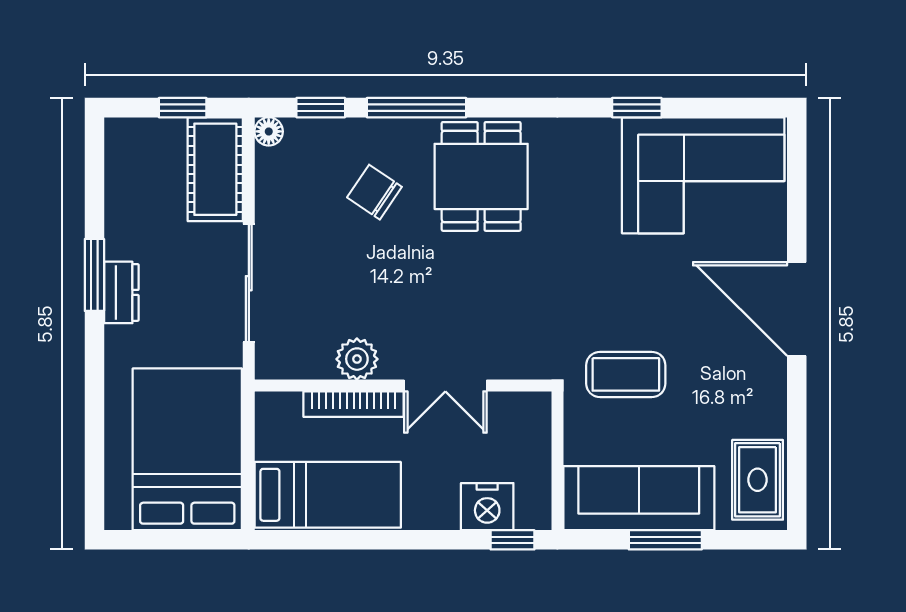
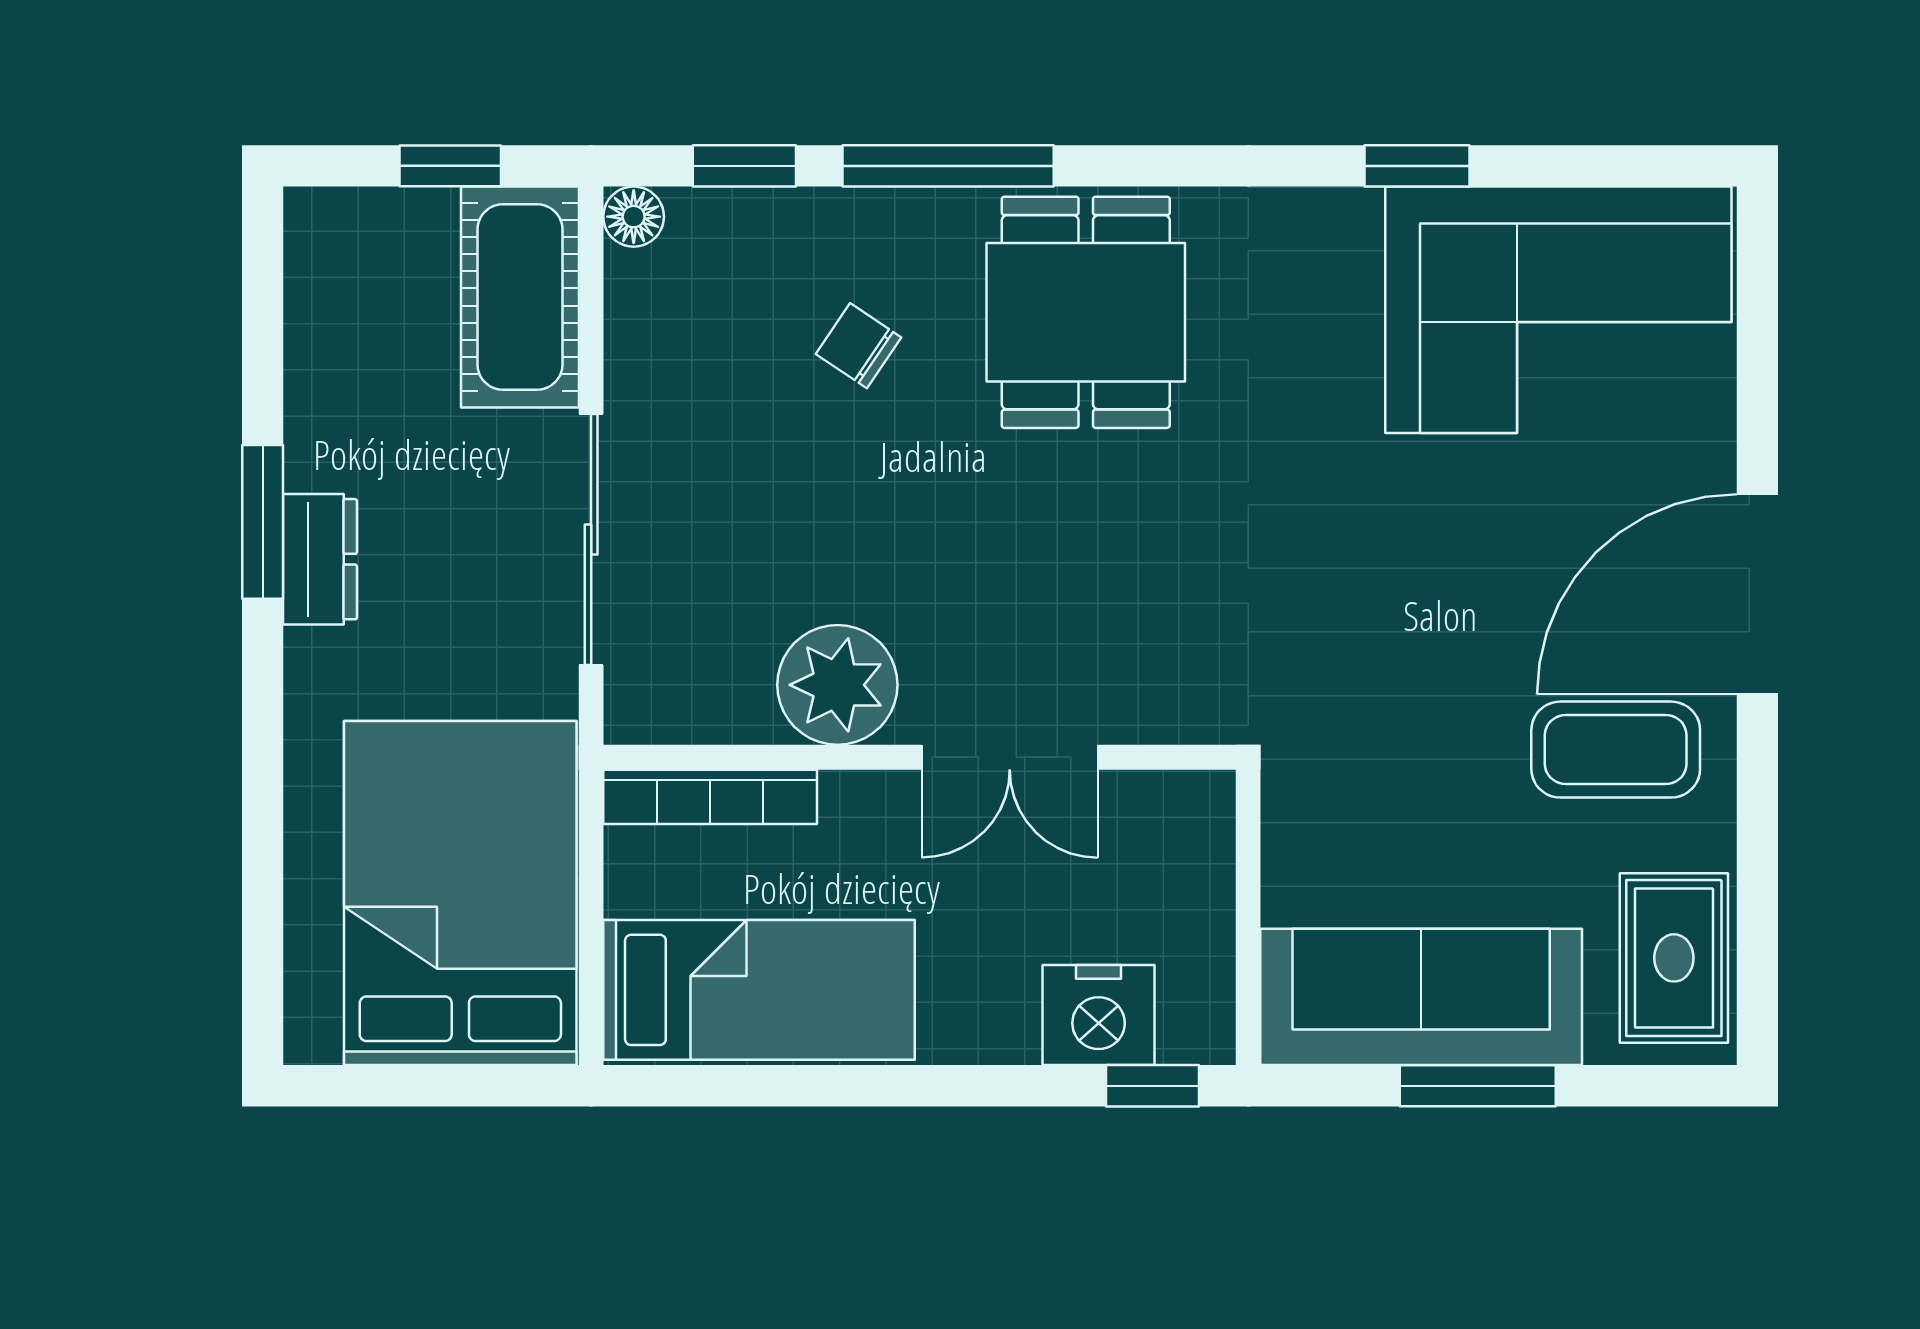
chair: (374, 192) -> (859, 346), width x0.73, depth x0.73
door: (797, 309) -> (1757, 594), hinge flipped
plant: (357, 359) -> (837, 685), width x1.36, depth x1.36
coffee table: (626, 374) -> (1616, 750), moved
bookcase: (354, 404) -> (710, 797), moved

